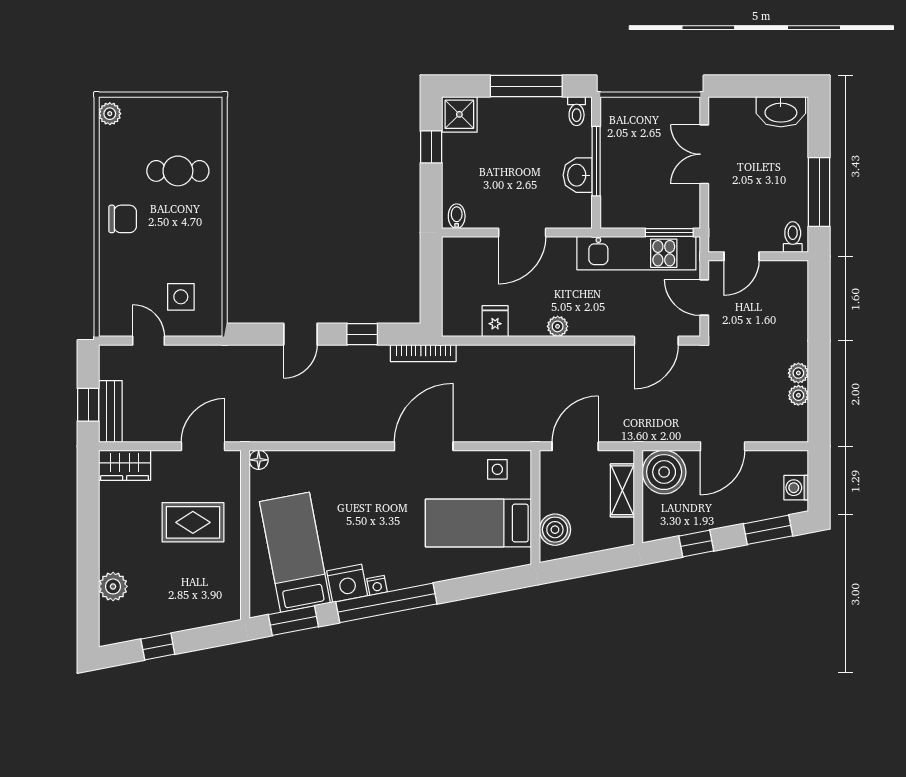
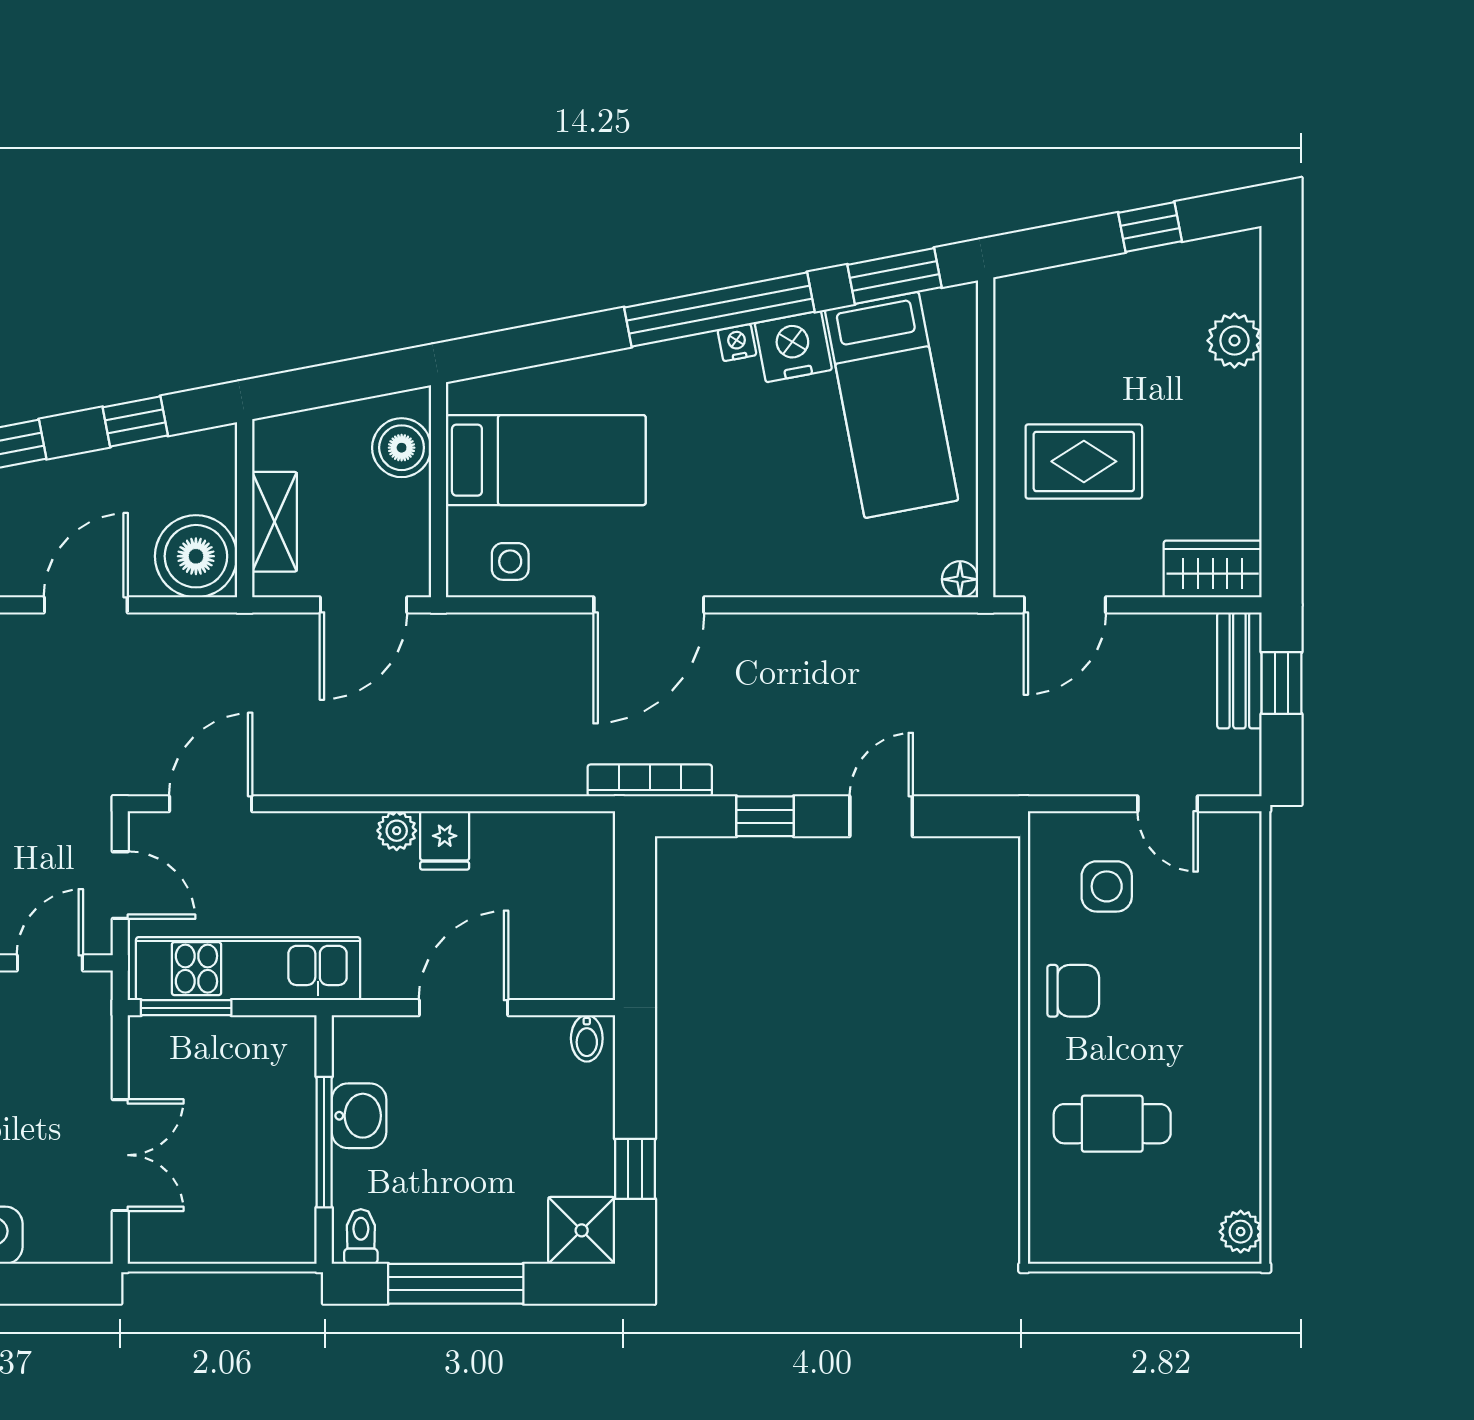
chair: (123, 219) -> (1073, 991), moved, turned 180
fridge: (495, 321) -> (445, 840), moved

